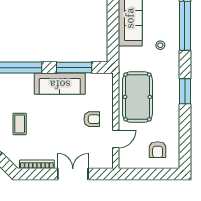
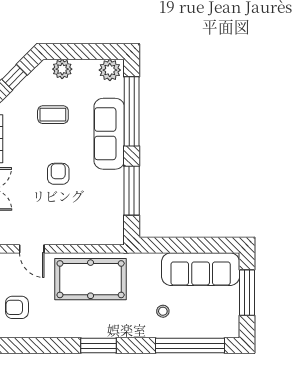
sofa: (60, 84) -> (109, 134), moved
armchair: (92, 119) -> (58, 174), moved, turned 180

